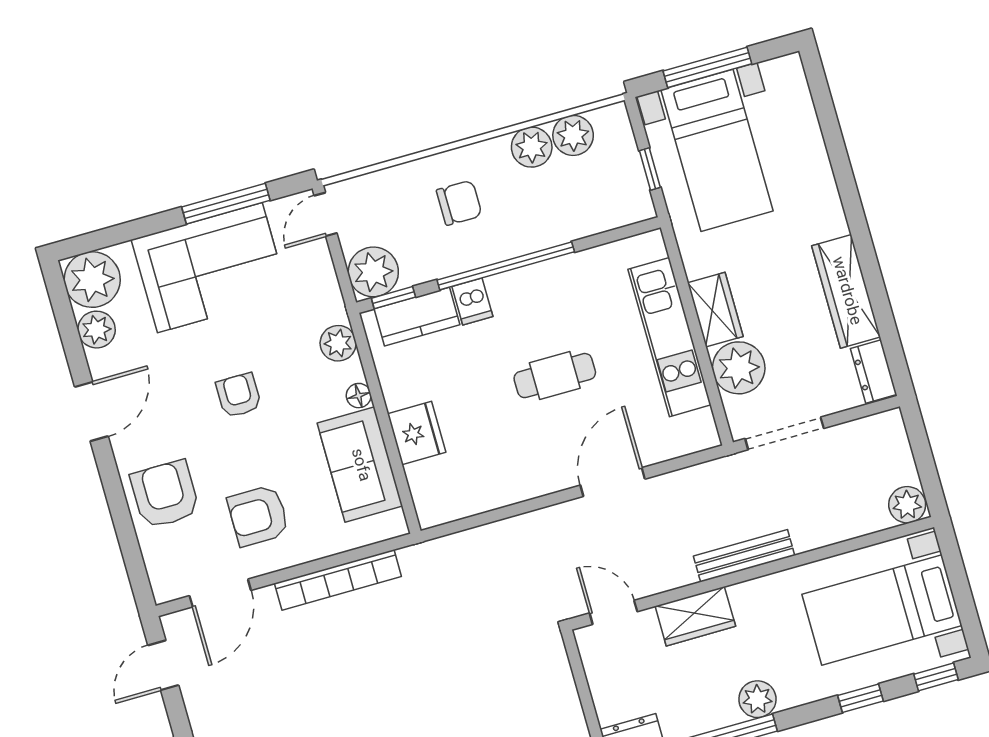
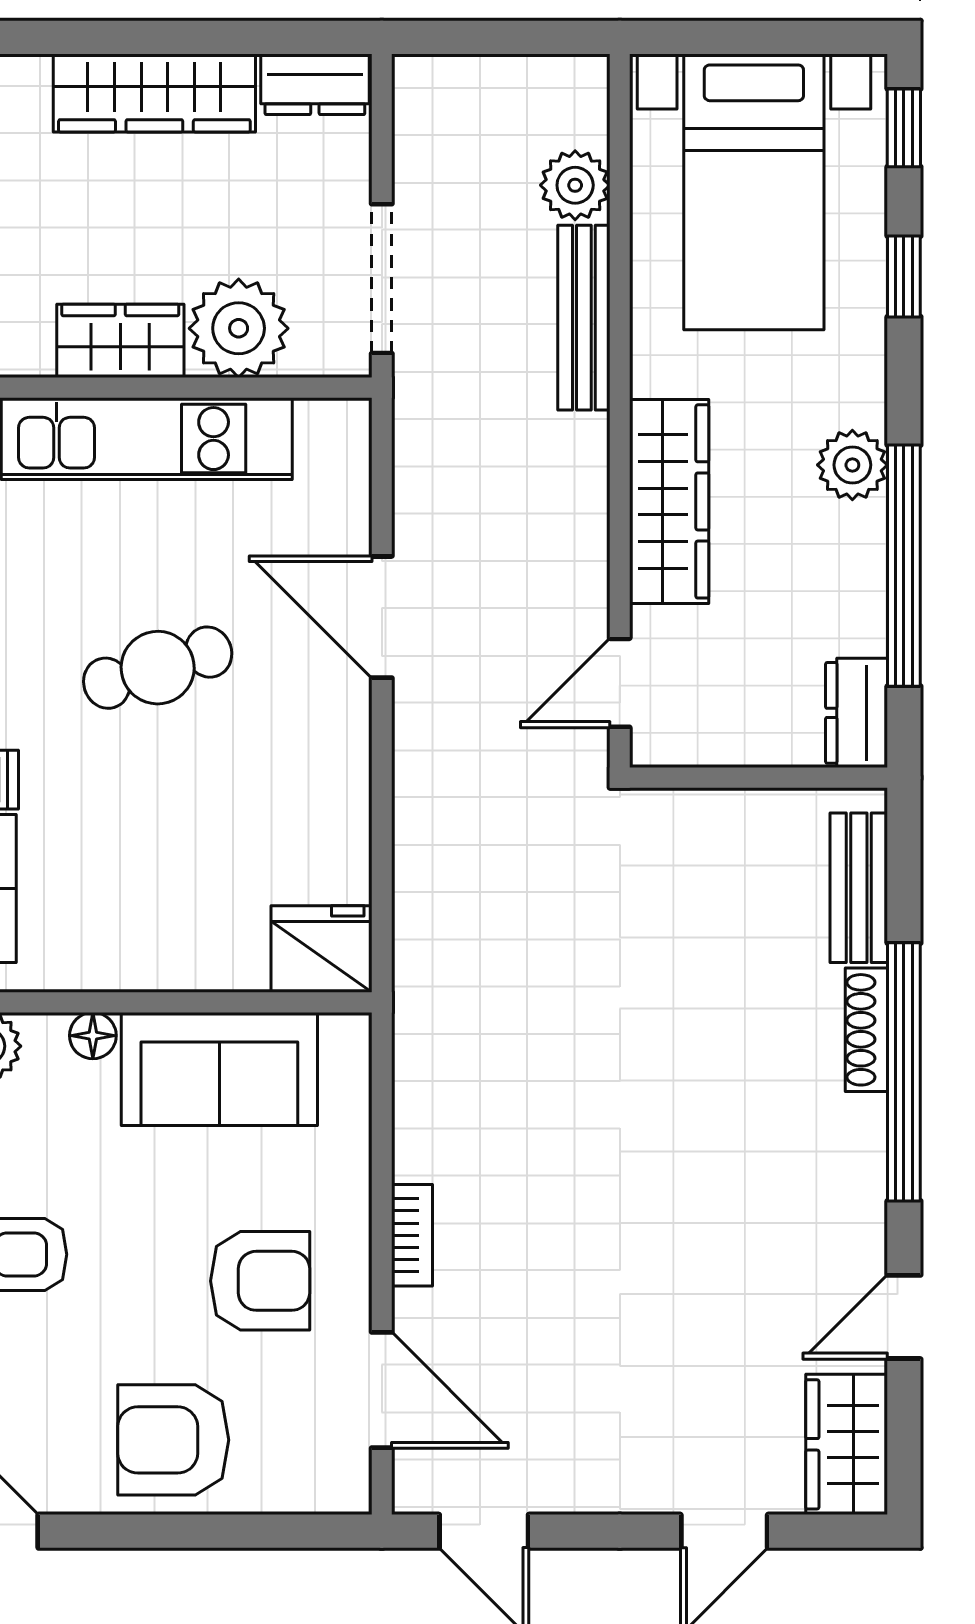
cafe table: (555, 376) -> (158, 668), turned 73
fridge: (417, 433) -> (321, 949), moved
plant: (907, 505) -> (575, 185), moved
armchair: (258, 516) -> (260, 1281), turned -90
bench: (744, 556) -> (584, 318), moved
bookcase: (338, 580) -> (412, 1235), width x0.43, depth x0.76
wardrobe: (695, 616) -> (669, 501), width x1.50

